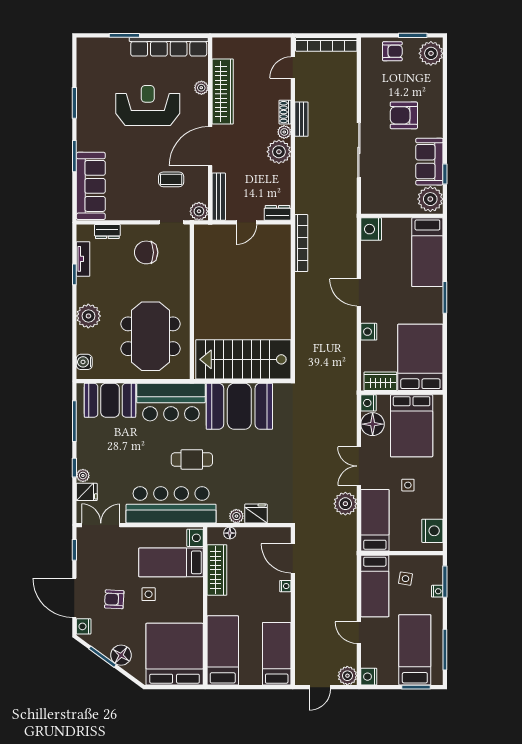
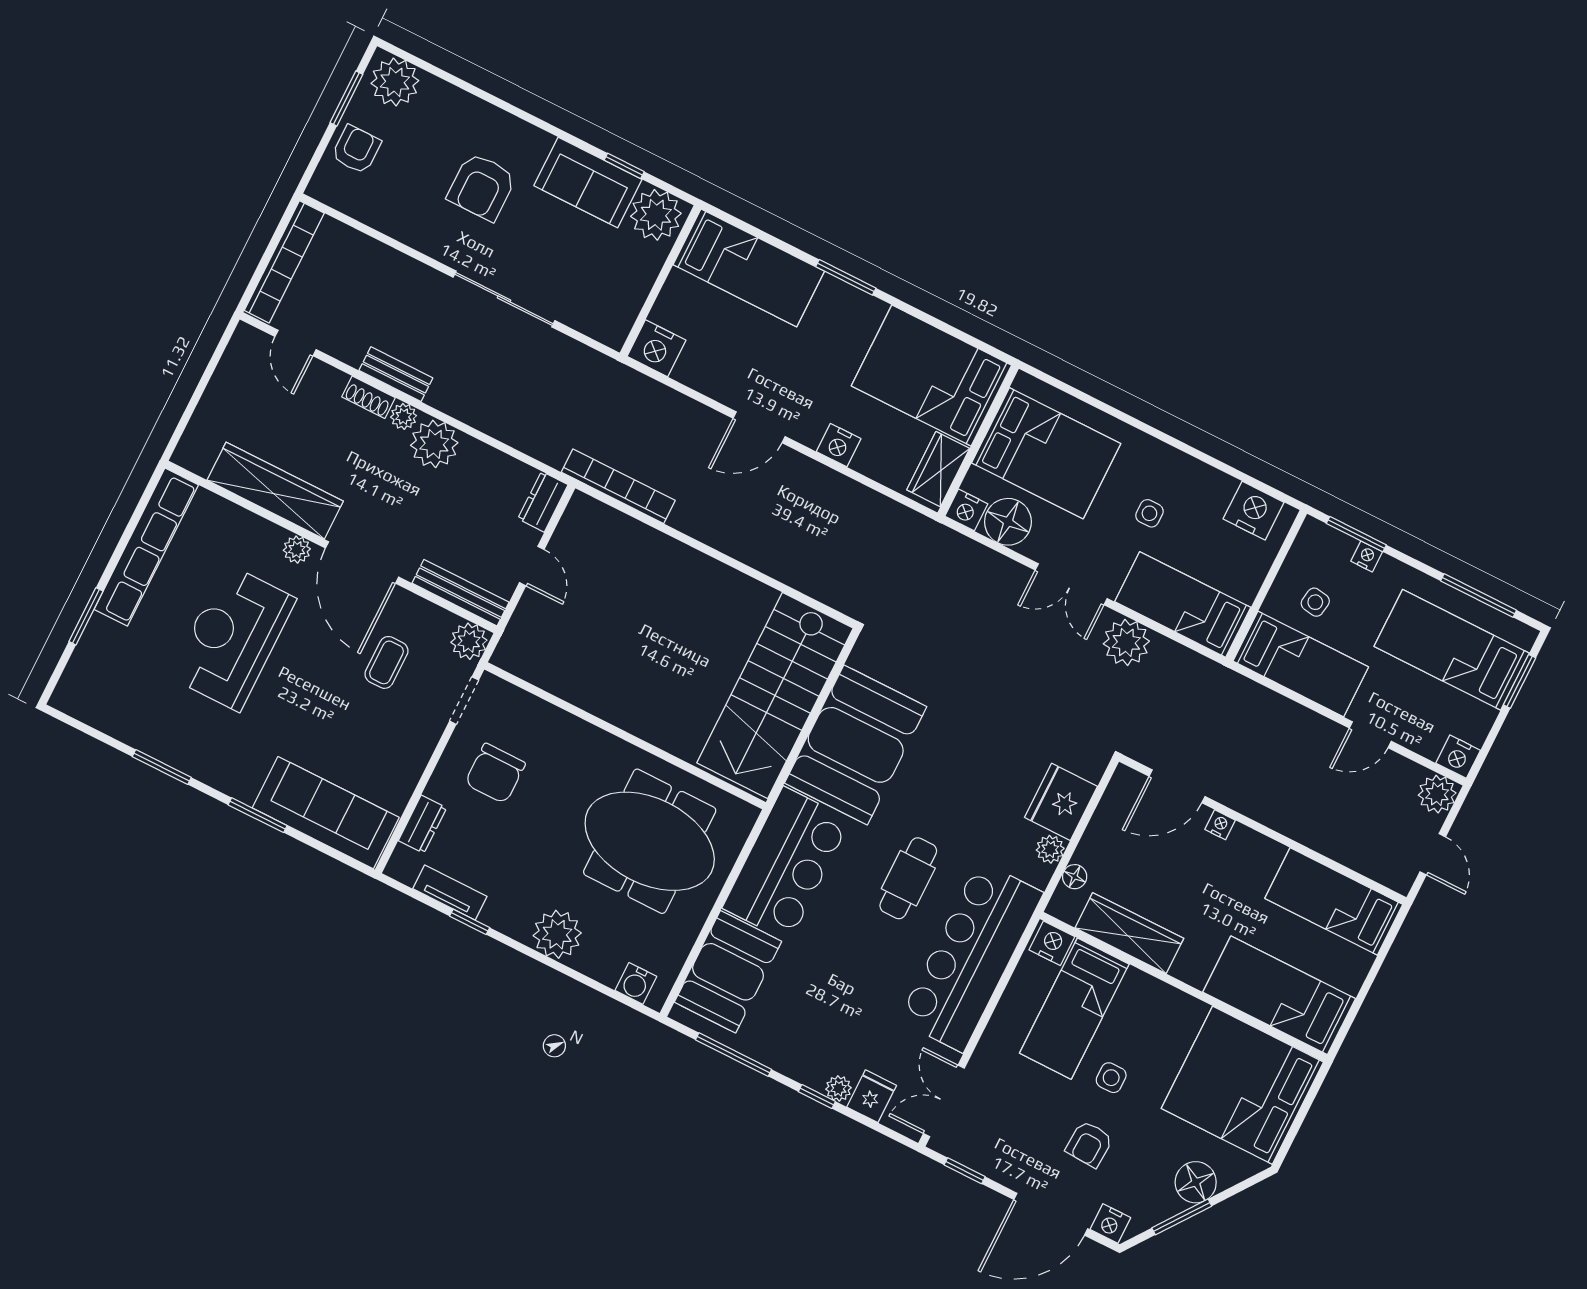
plant: (201, 88) -> (297, 550), moved
fridge: (256, 513) -> (1061, 802), width x1.36, depth x1.34

